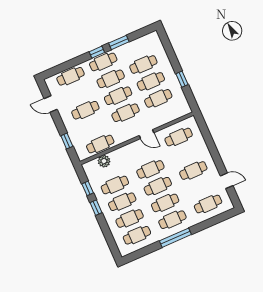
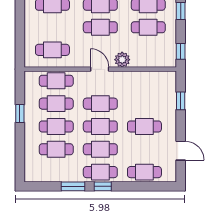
door: (146, 134) -> (100, 69), moved
cafe table: (100, 144) -> (56, 81), moved
plant: (104, 161) -> (122, 60), moved
window: (88, 188) -> (181, 51), moved

